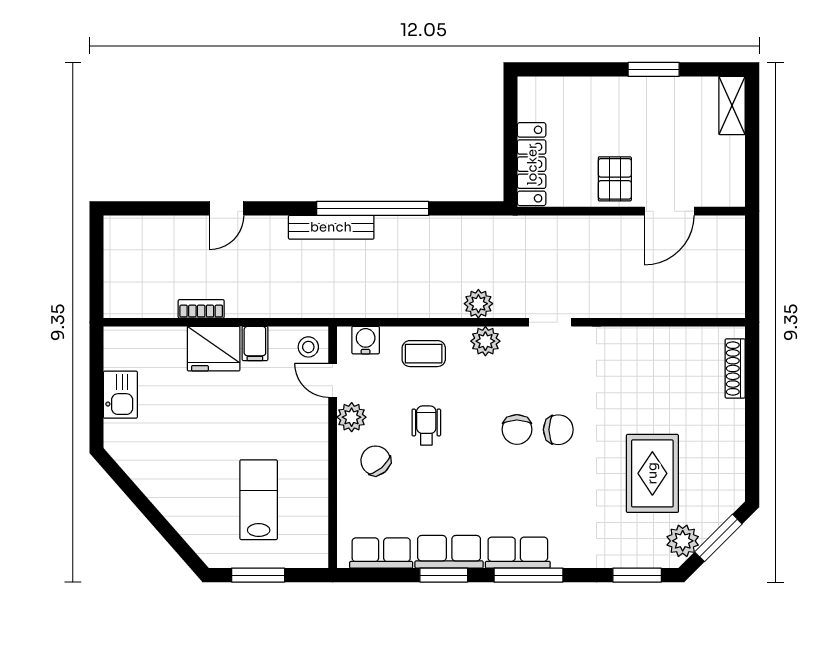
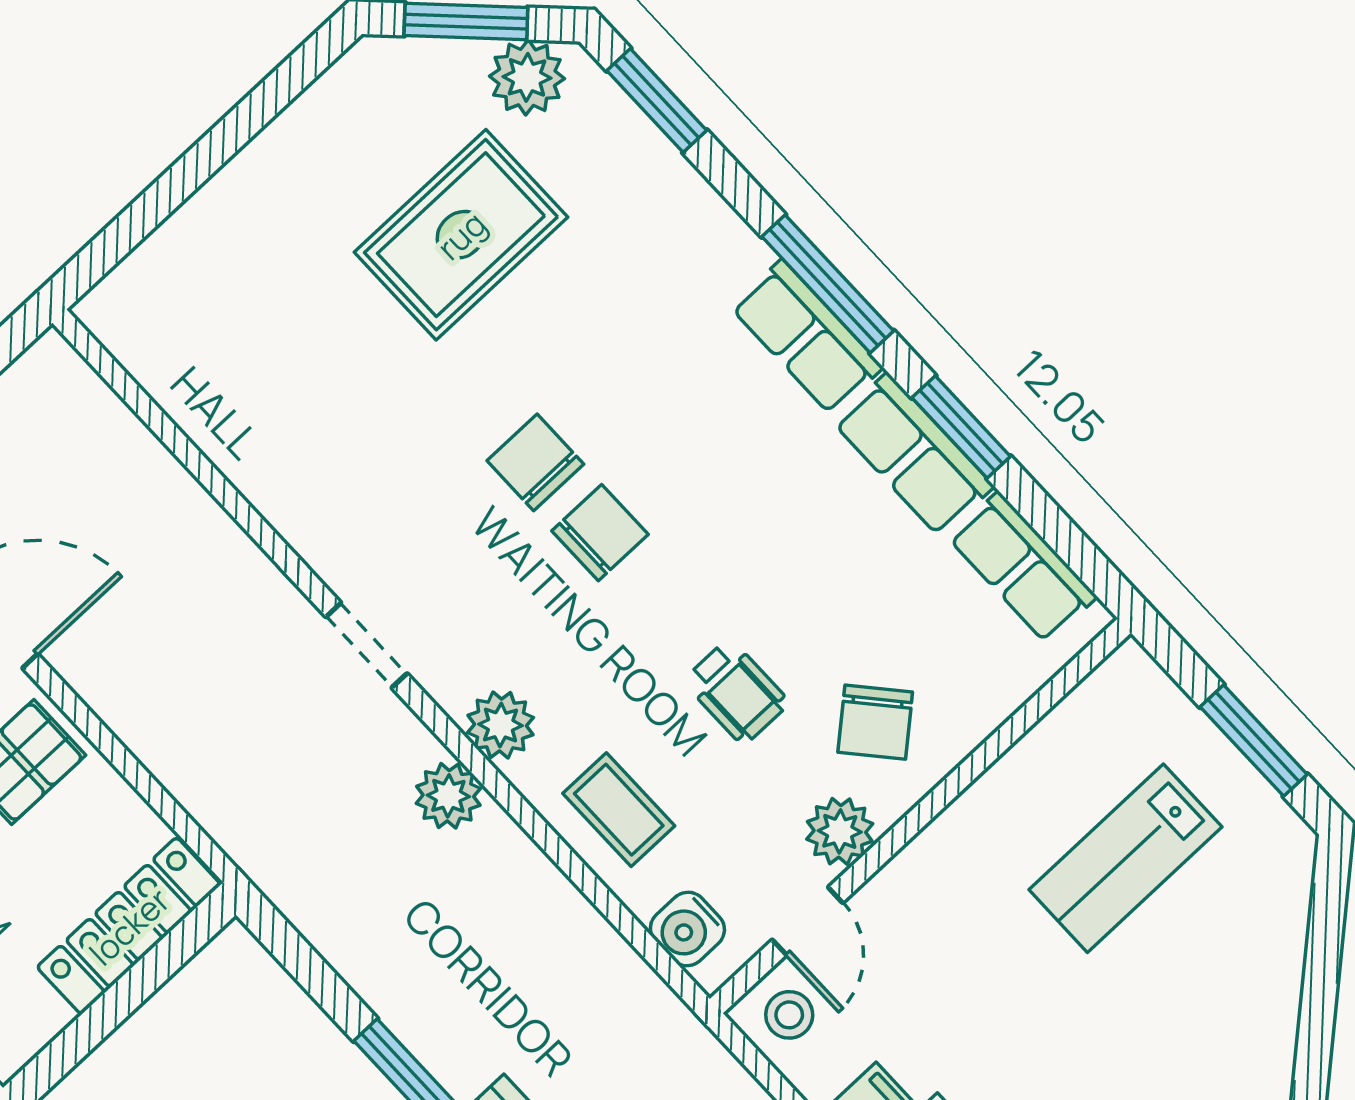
shoe rack: (735, 368) -> (153, 260), removed
wheelchair: (426, 426) -> (736, 692), turned -90

